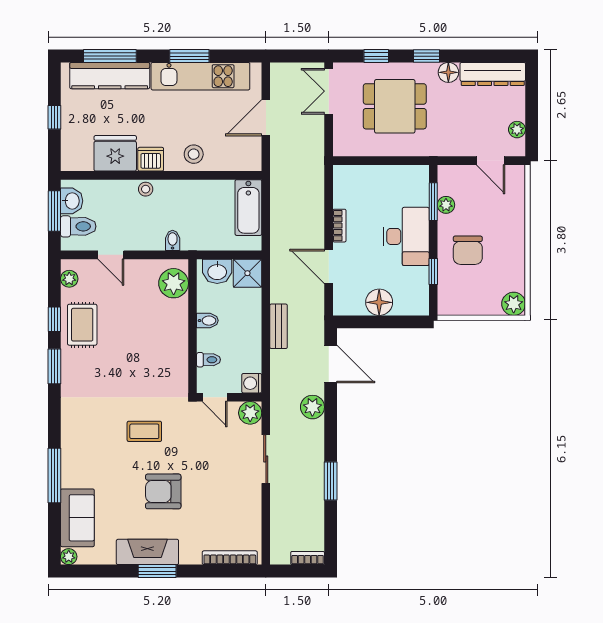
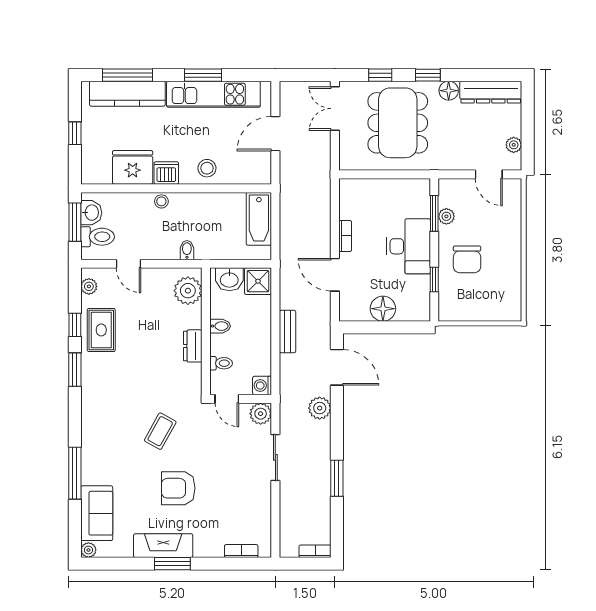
dining table: (395, 106) -> (398, 123), width x1.38
plant: (514, 304) -> (510, 310), removed
dresser: (179, 342) -> (193, 346), added
coffee table: (144, 431) -> (160, 431), turned -61
bookcase: (230, 558) -> (241, 551), width x0.64

